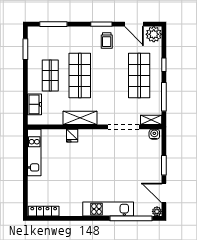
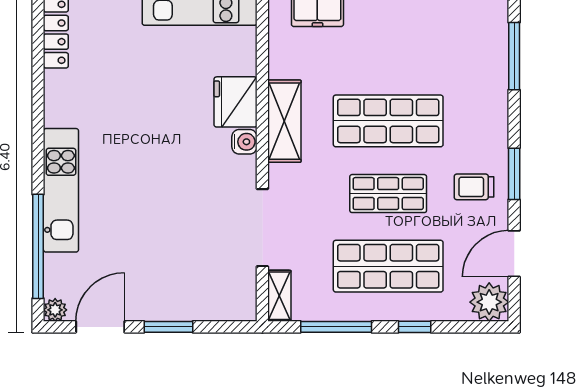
shop shelf: (50, 76) -> (388, 194), moved
water cooler: (154, 134) -> (244, 142), moved
fridge: (72, 136) -> (236, 102), width x1.88, depth x1.34

